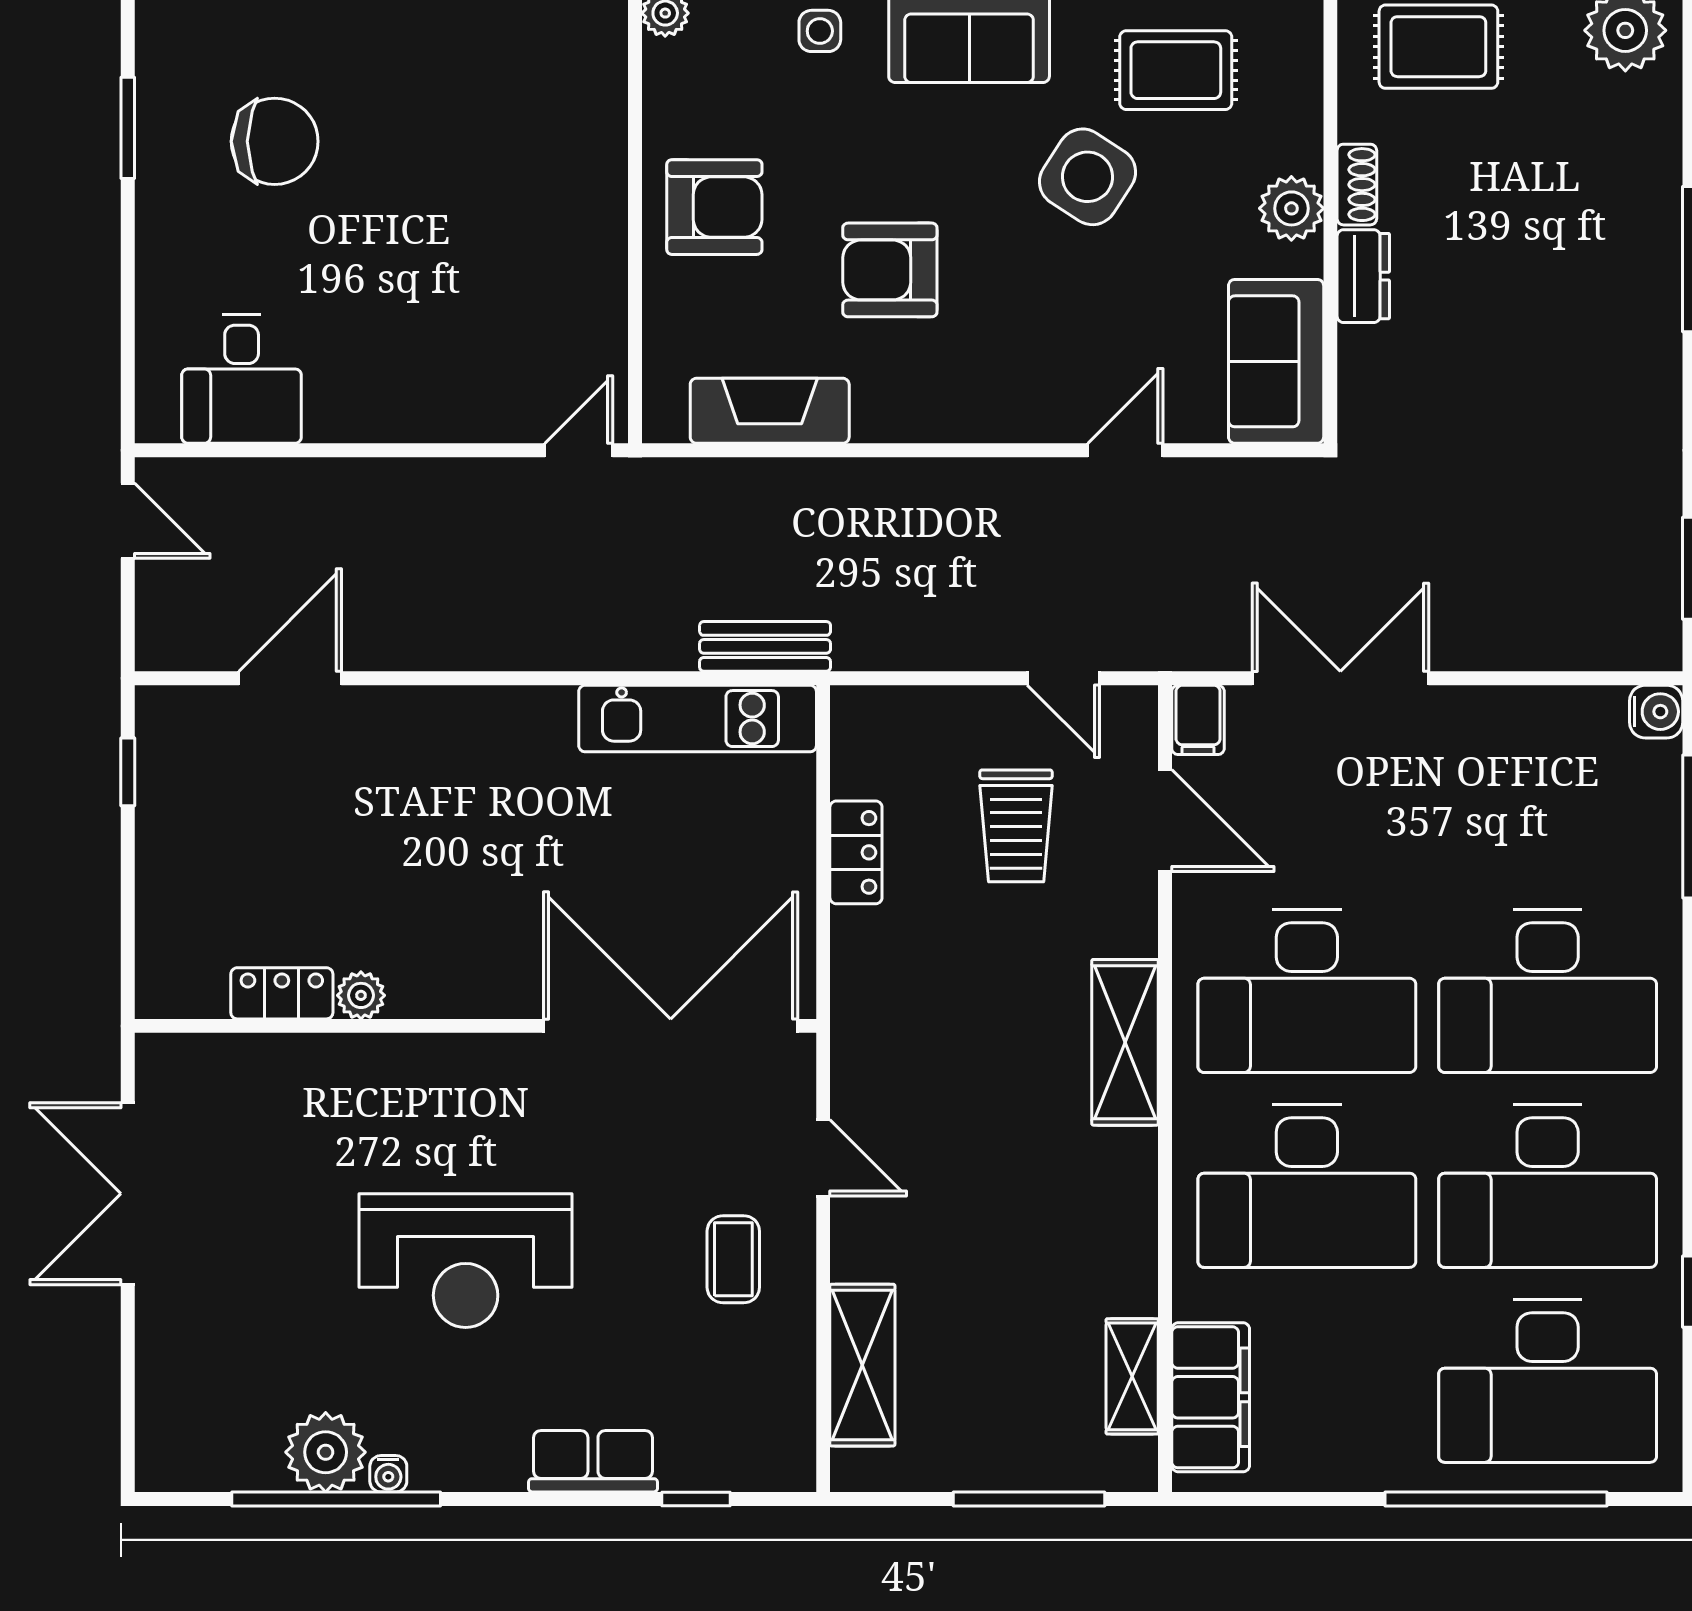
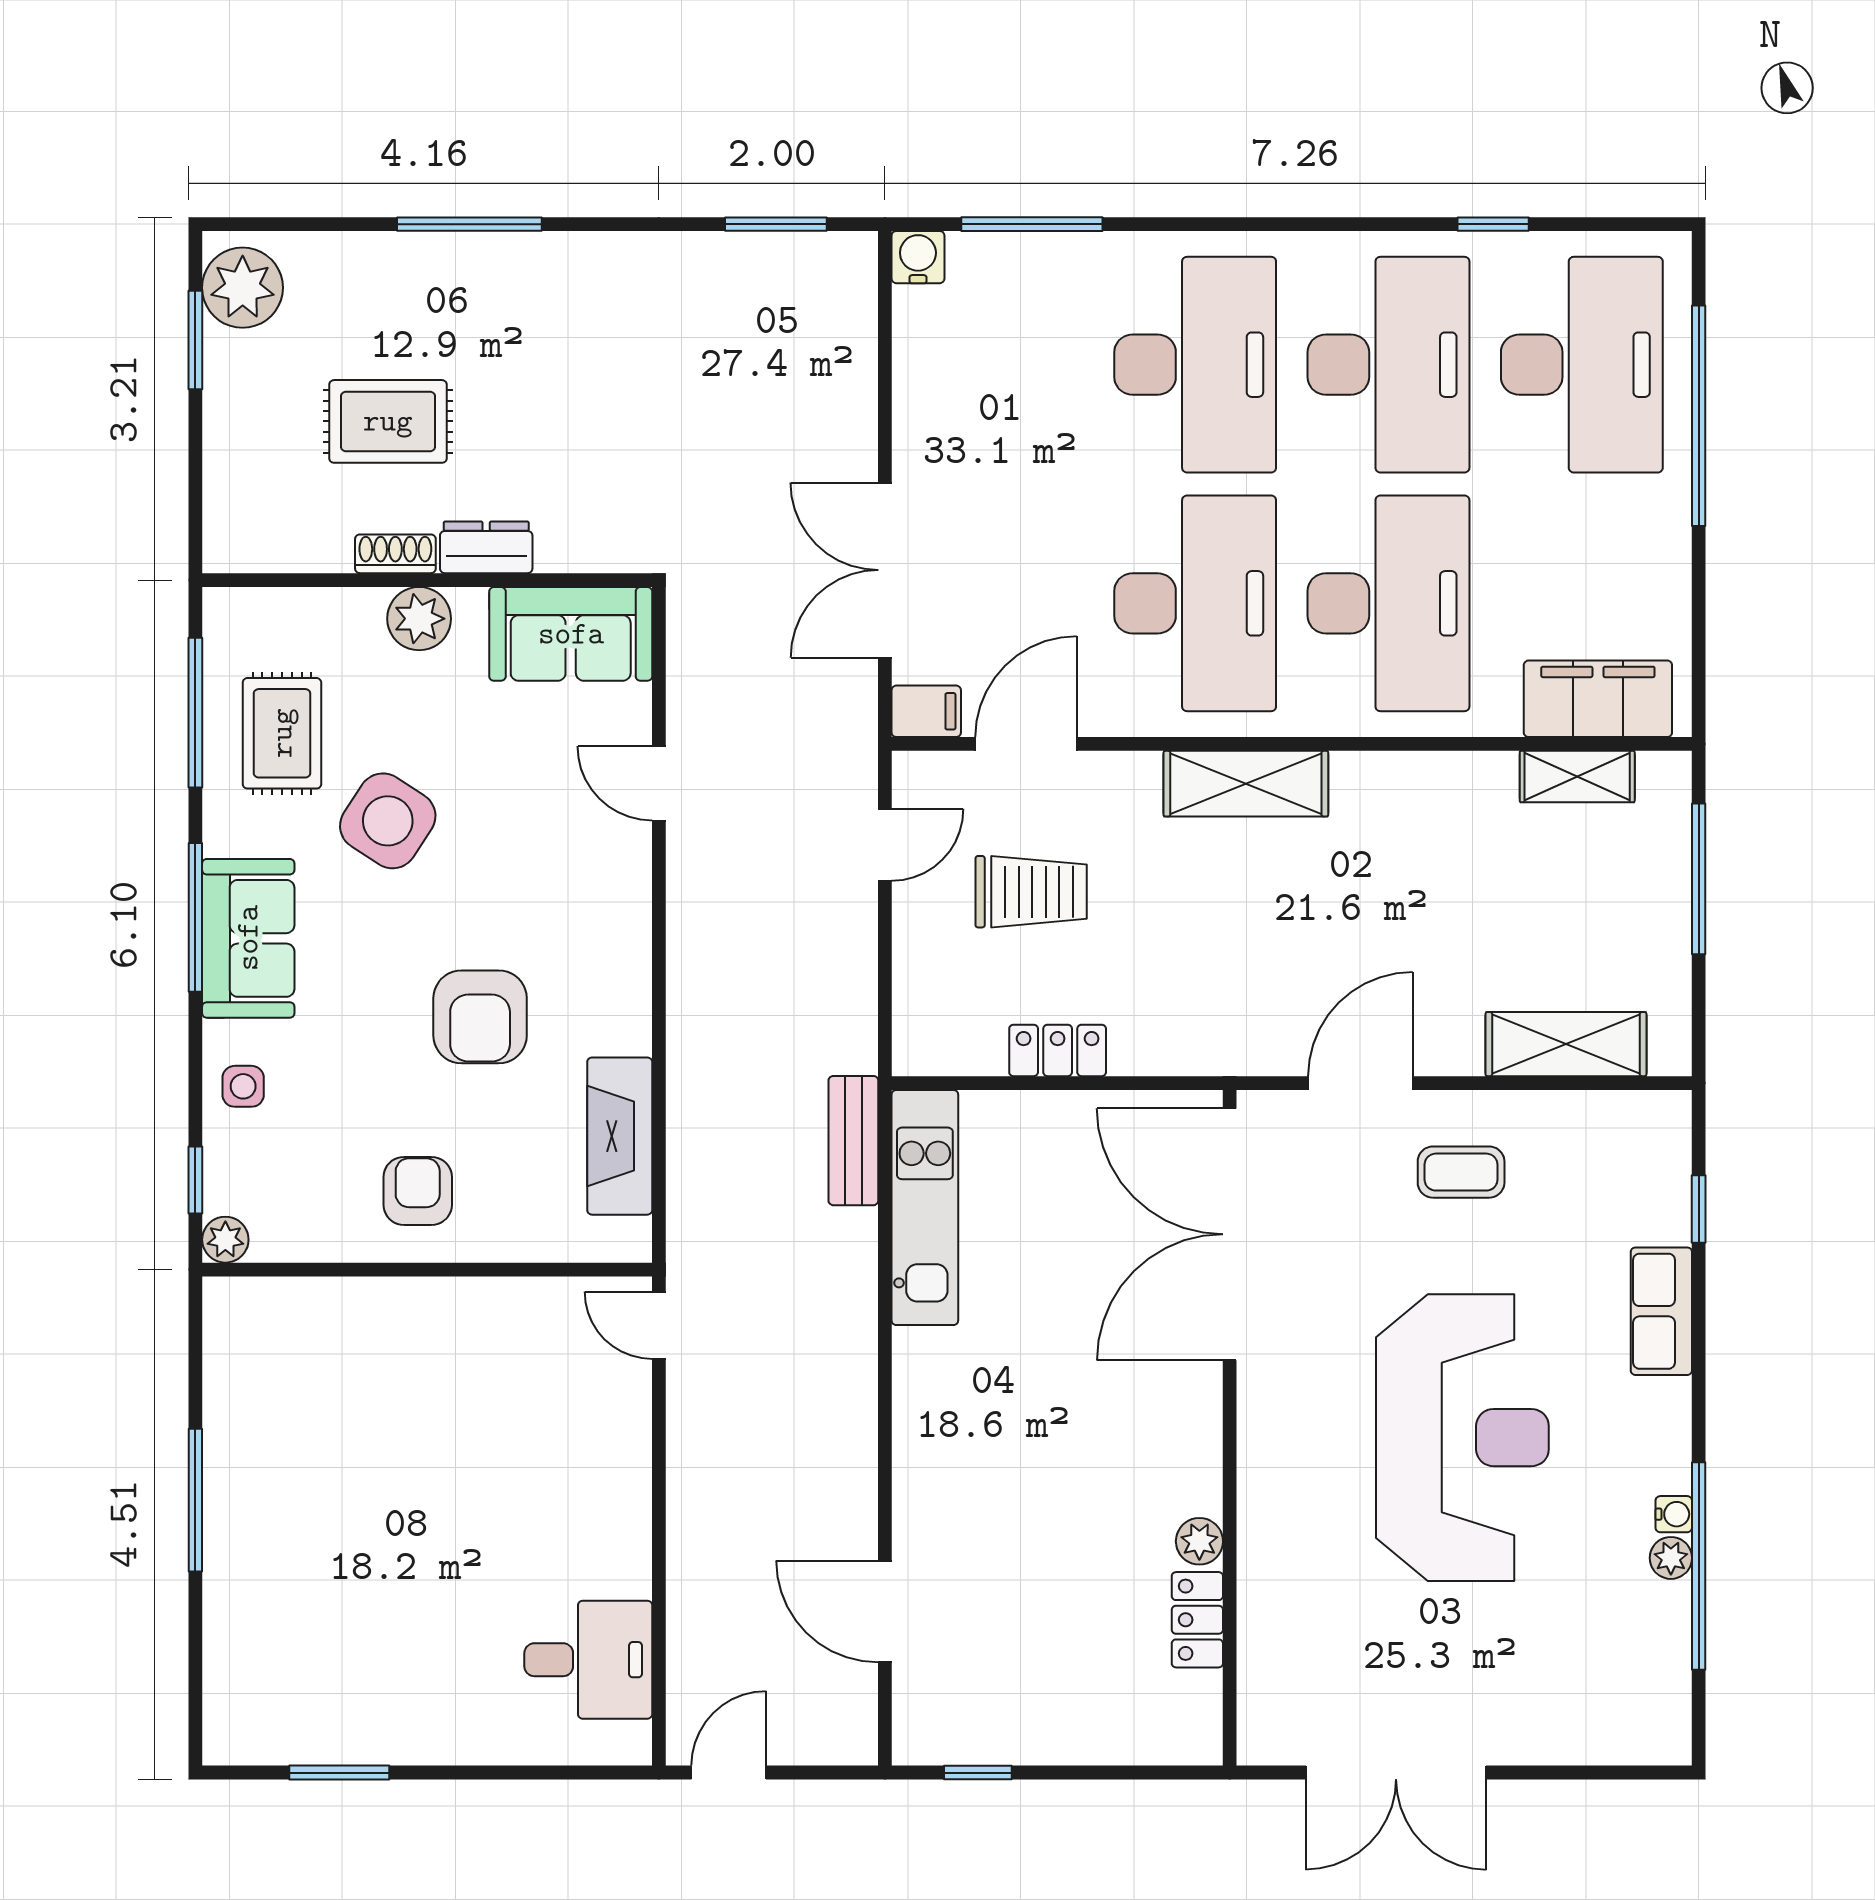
rug: (1438, 47) -> (388, 421), moved, turned 90
chair: (275, 141) -> (353, 1627), removed
armchair: (714, 207) -> (418, 1191), width x0.72, depth x0.72
door: (823, 1158) -> (1360, 1083), width x1.38
reception desk: (466, 1261) -> (1462, 1438), width x1.36, depth x1.30
plant: (326, 1452) -> (1671, 1558), width x0.53, depth x0.53

